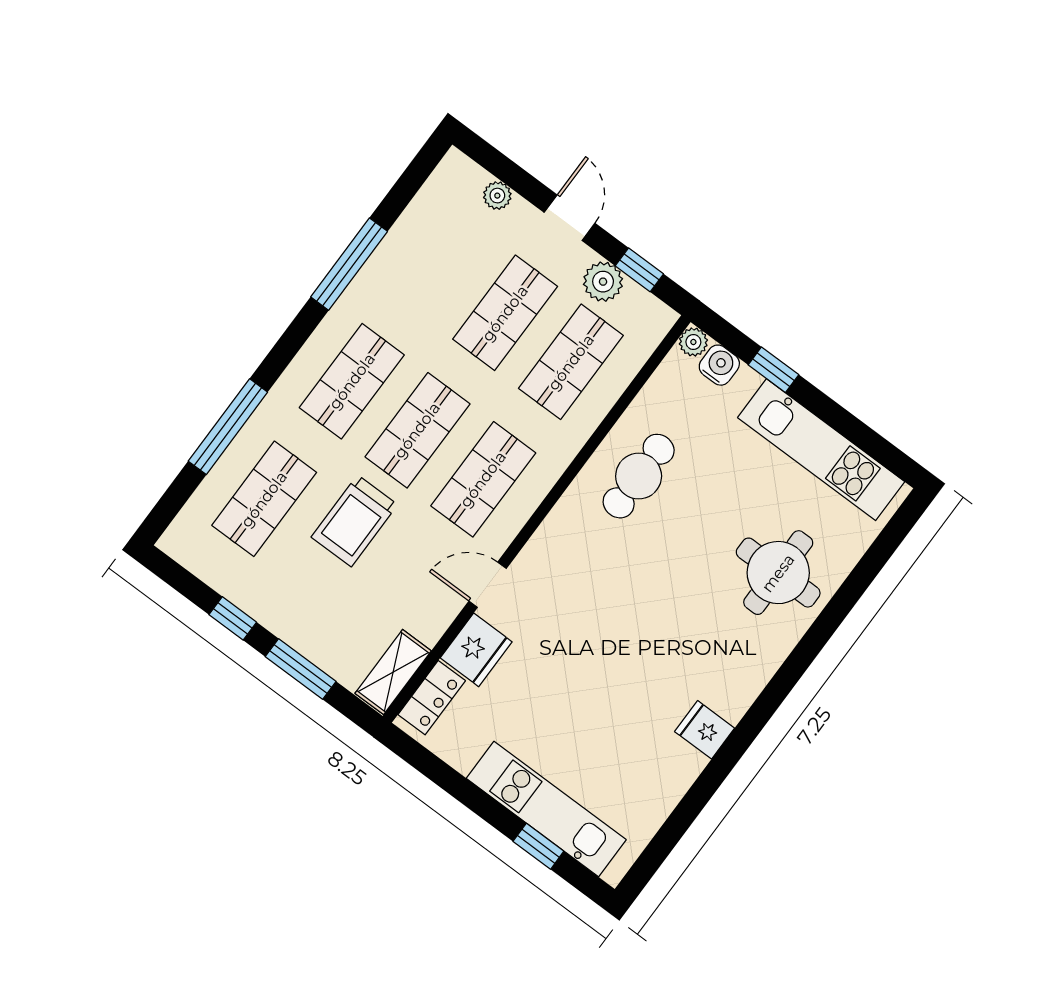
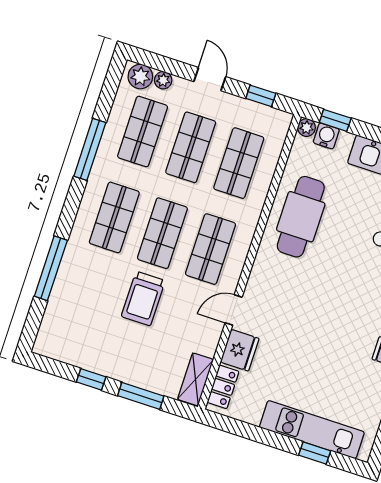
plant: (603, 282) -> (140, 77), moved
window: (773, 370) -> (335, 120), moved
cafe table: (639, 476) -> (301, 217), width x1.37, depth x1.35
shop shelf: (264, 499) -> (143, 131), moved

